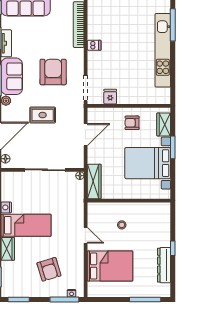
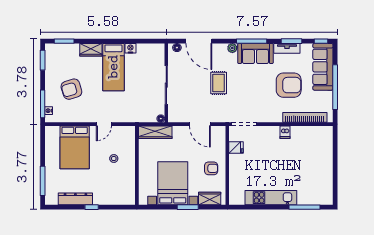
kitchen unit: (163, 50) -> (271, 198), width x0.73
armchair: (53, 72) -> (289, 85), moved
armchair: (132, 123) -> (211, 168), turned 90

